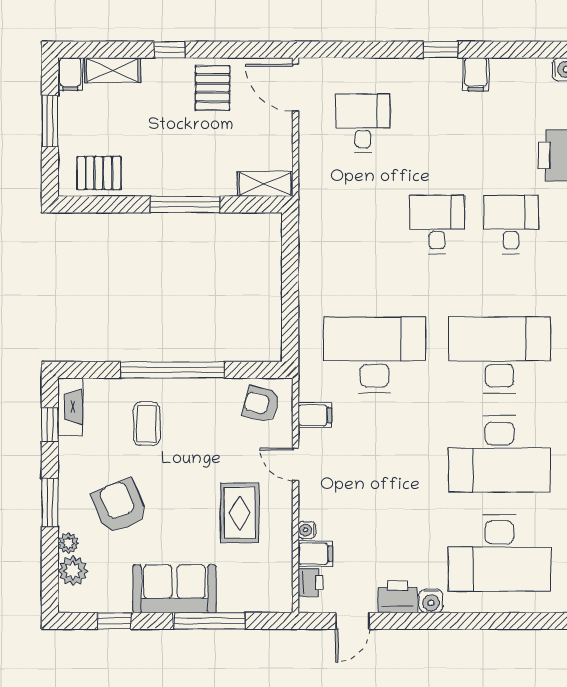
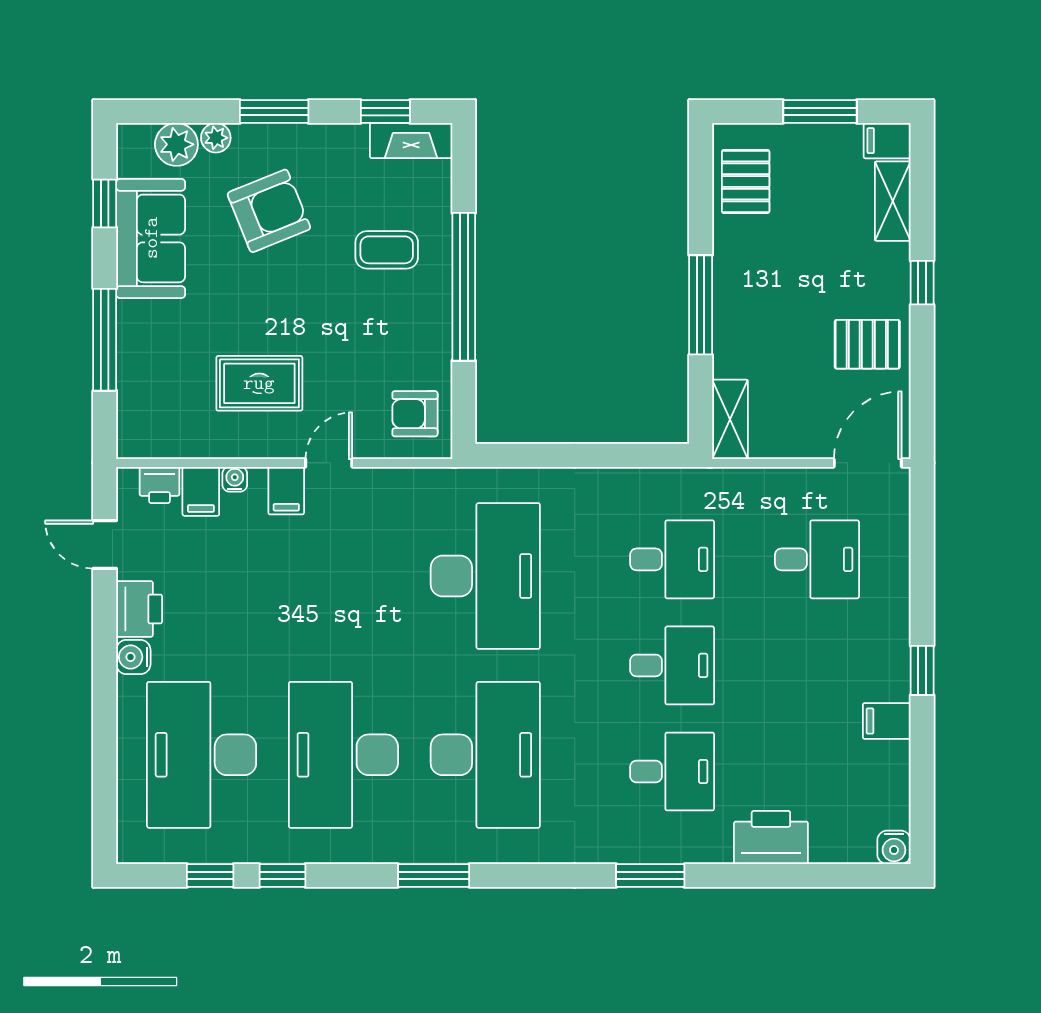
desk: (363, 224) -> (672, 559), added
armchair: (261, 404) -> (415, 414), turned -104
filing cabinet: (315, 415) -> (286, 491), moved
sofa: (174, 589) -> (151, 238), moved

